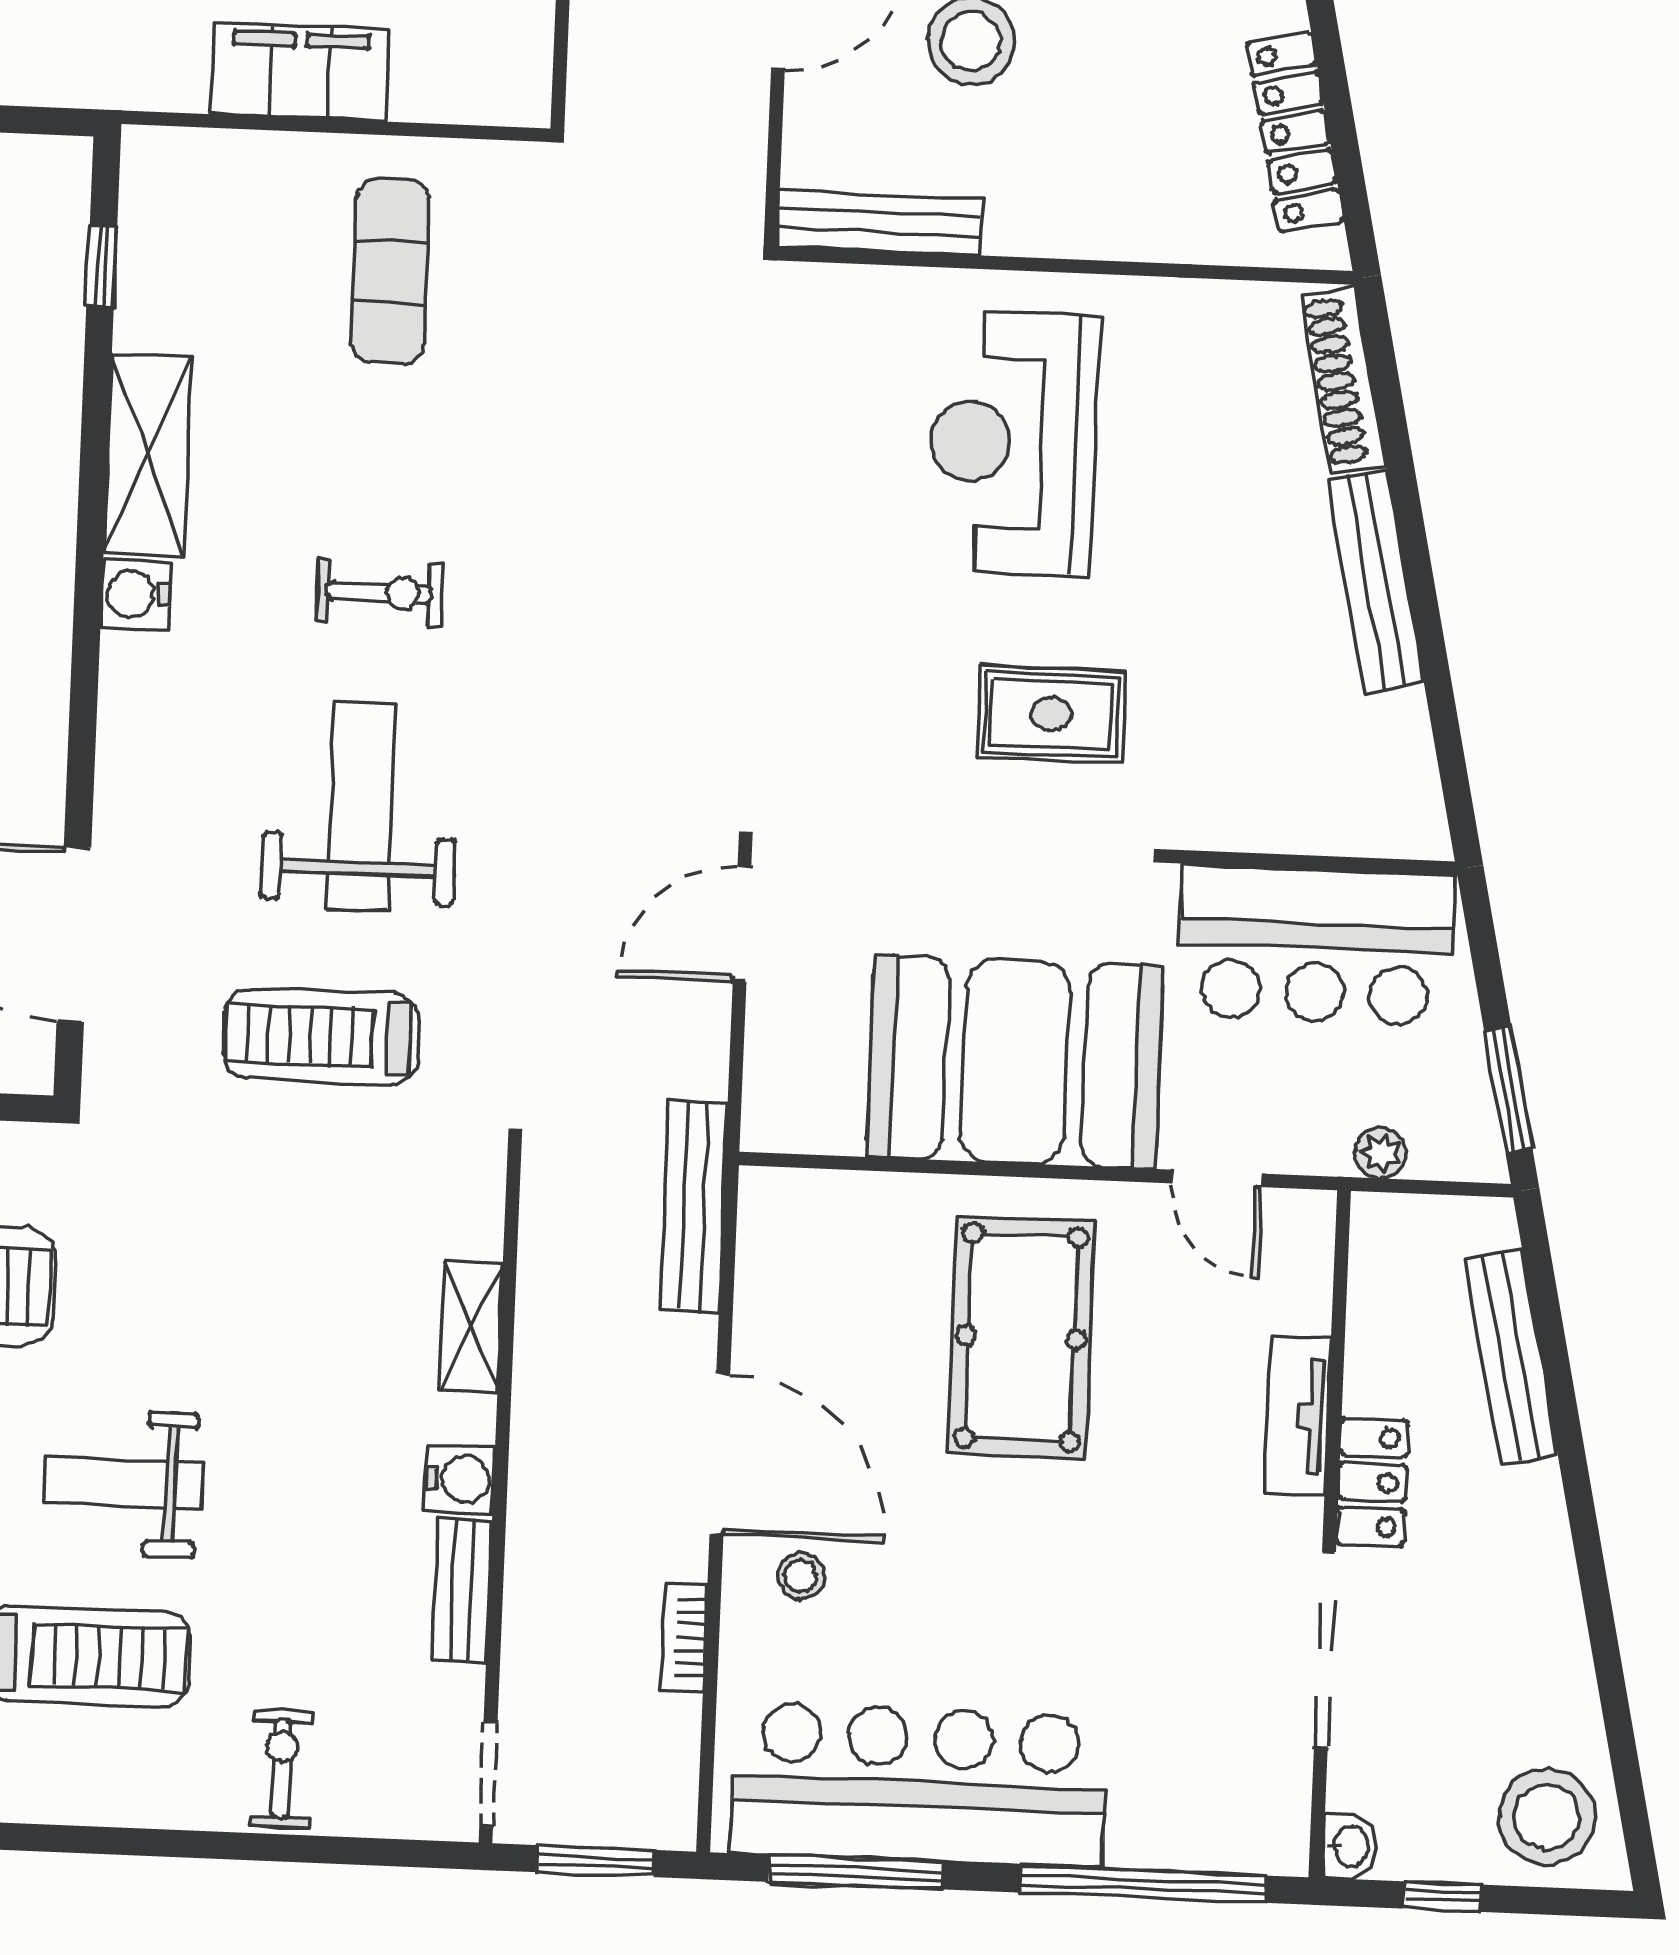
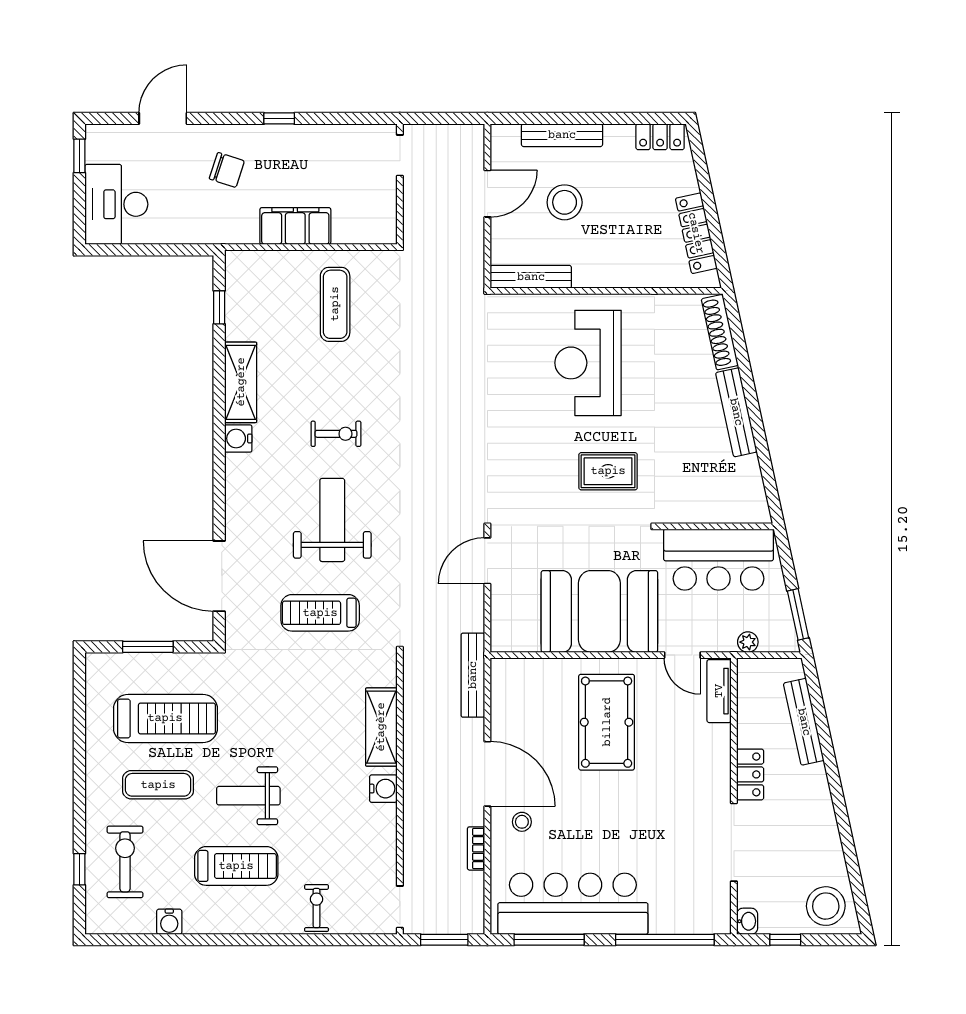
shelving: (471, 1327) -> (381, 727), width x1.50, depth x1.33
tv unit: (1298, 1416) -> (719, 691), moved
bench: (462, 1590) -> (386, 833), removed

